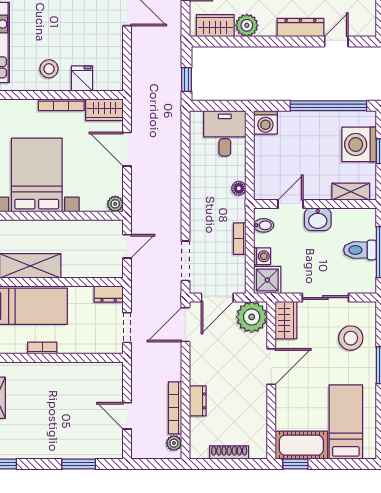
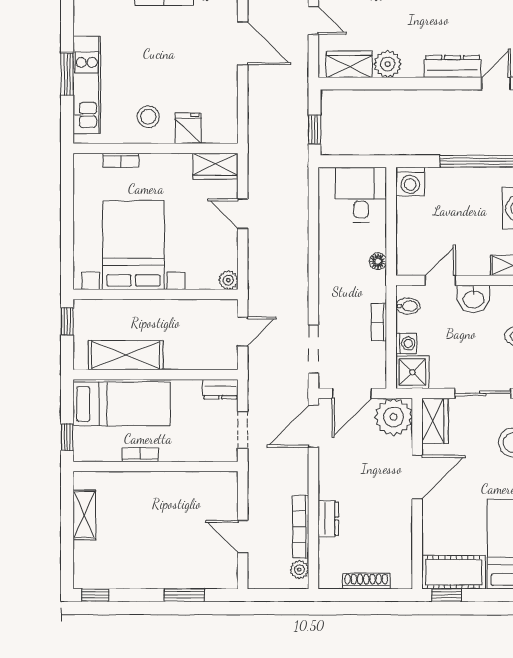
bookcase: (61, 105) -> (121, 160), moved, width x0.64
door: (127, 149) -> (243, 214), width x0.73

